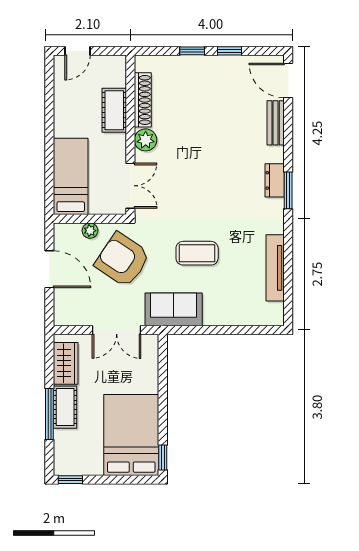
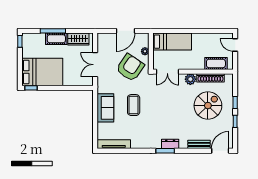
spiral stairs: (198, 105) -> (208, 106), added
cot: (114, 110) -> (216, 63), moved
tv unit: (275, 268) -> (114, 144), moved
sofa: (174, 309) -> (105, 108), moved

